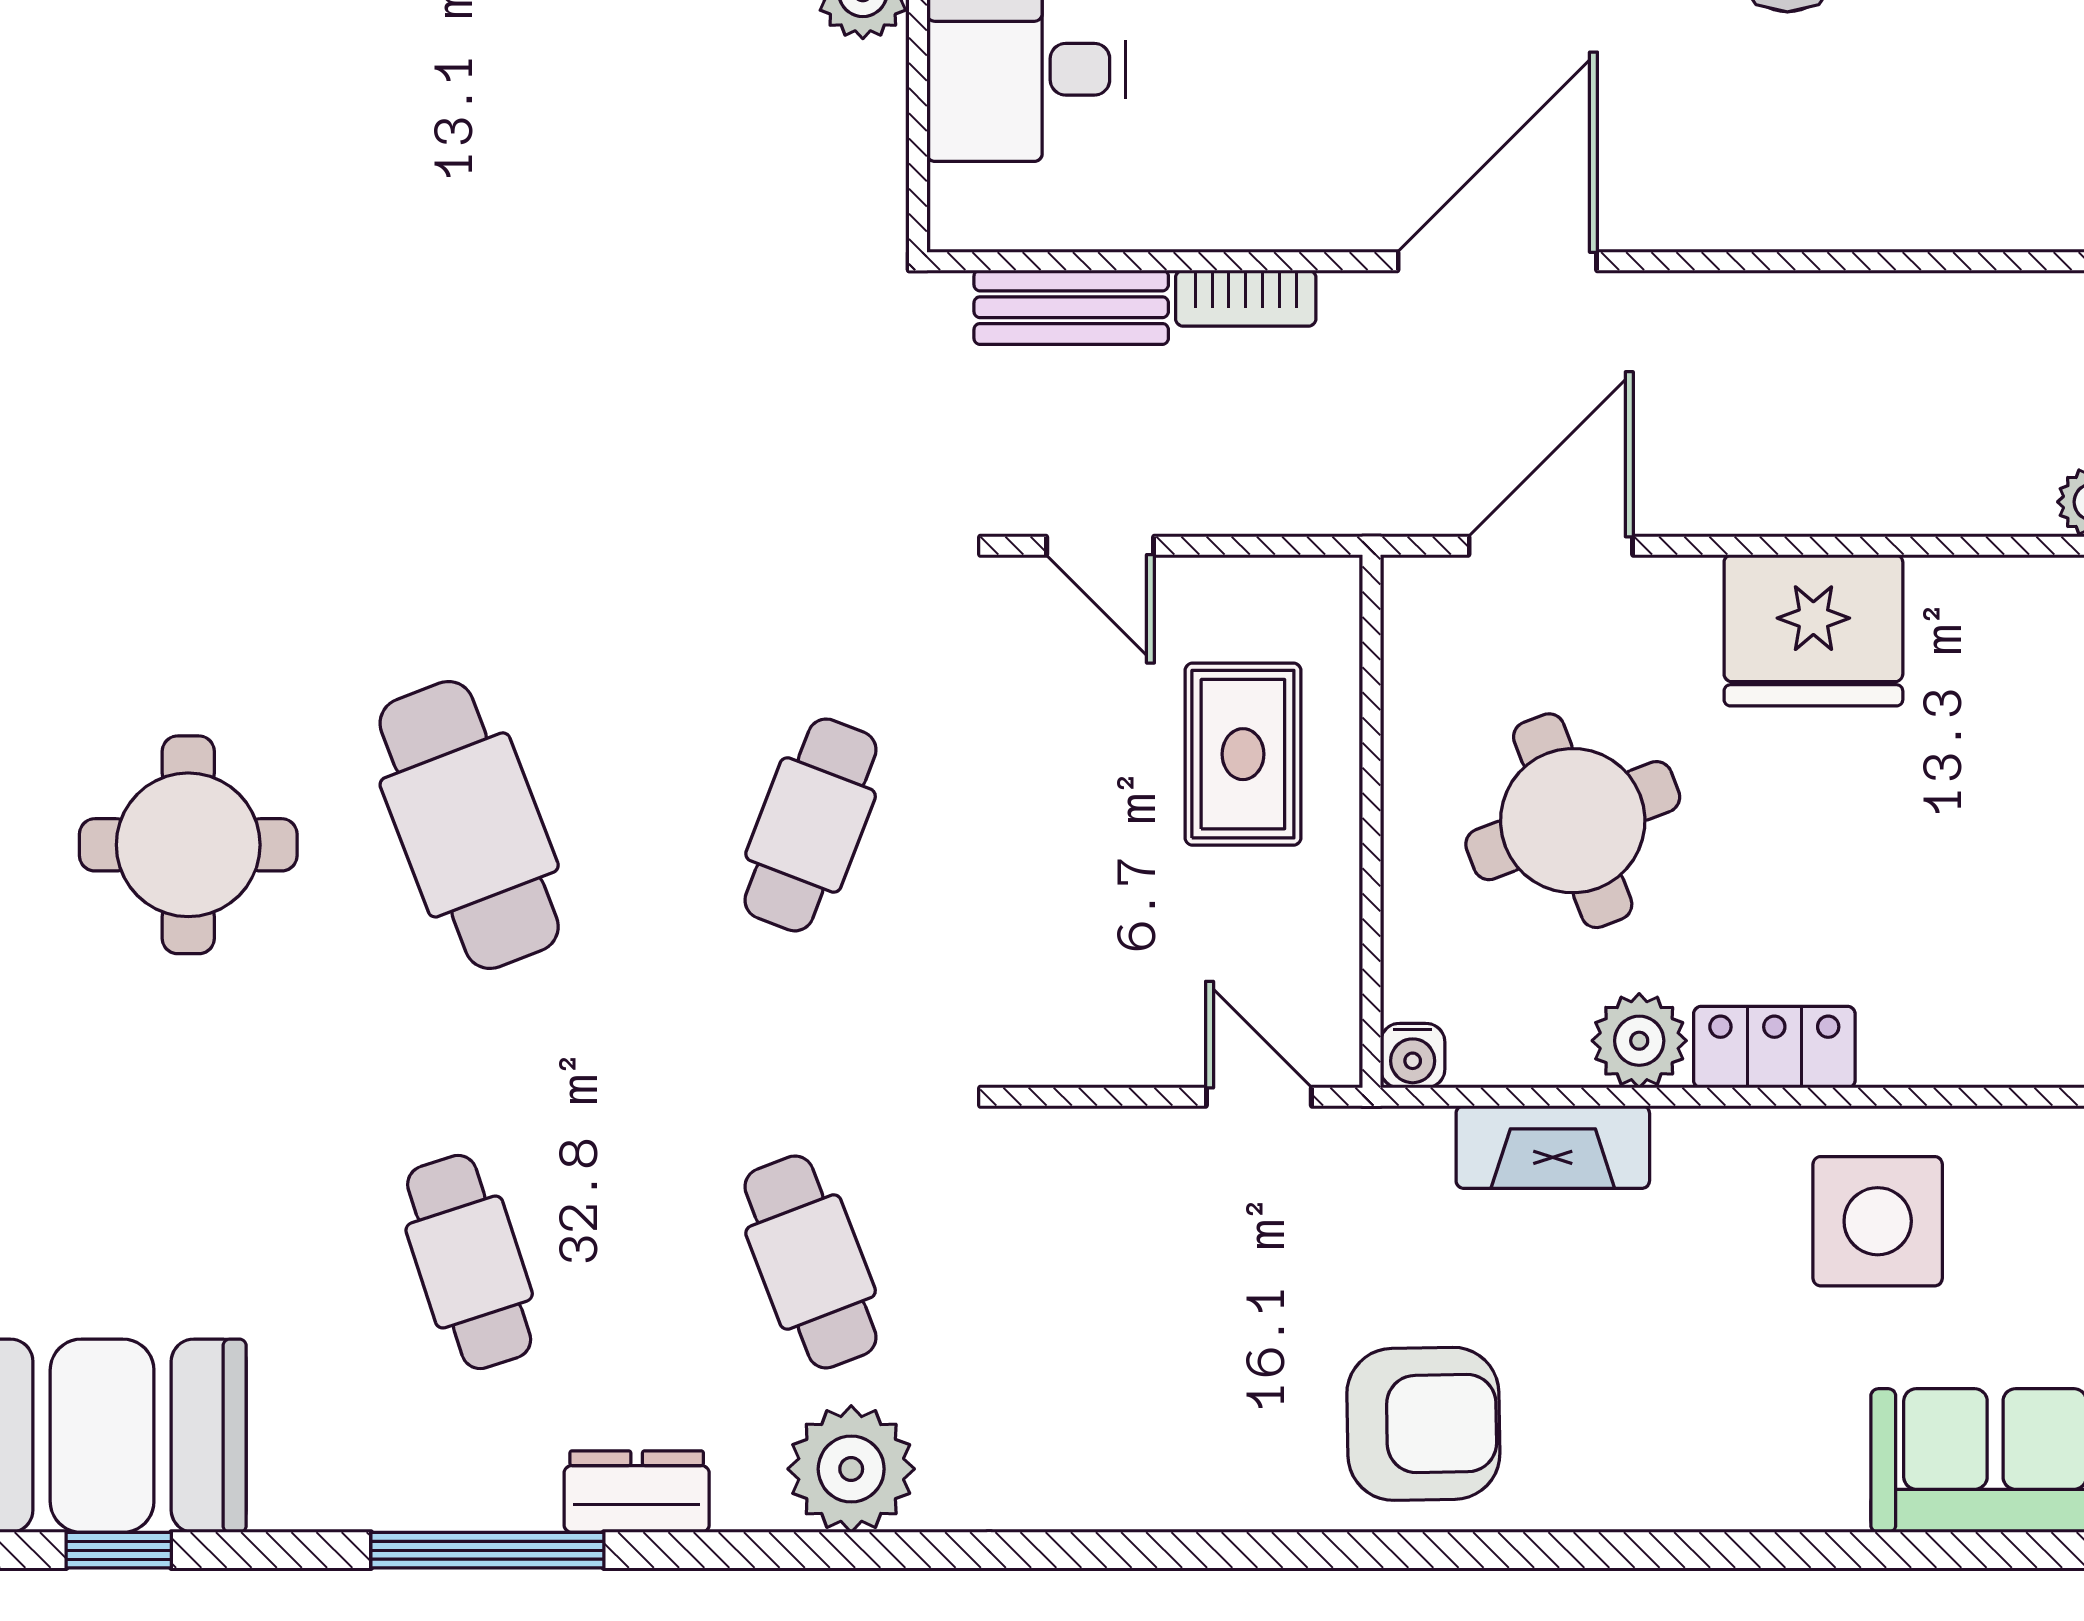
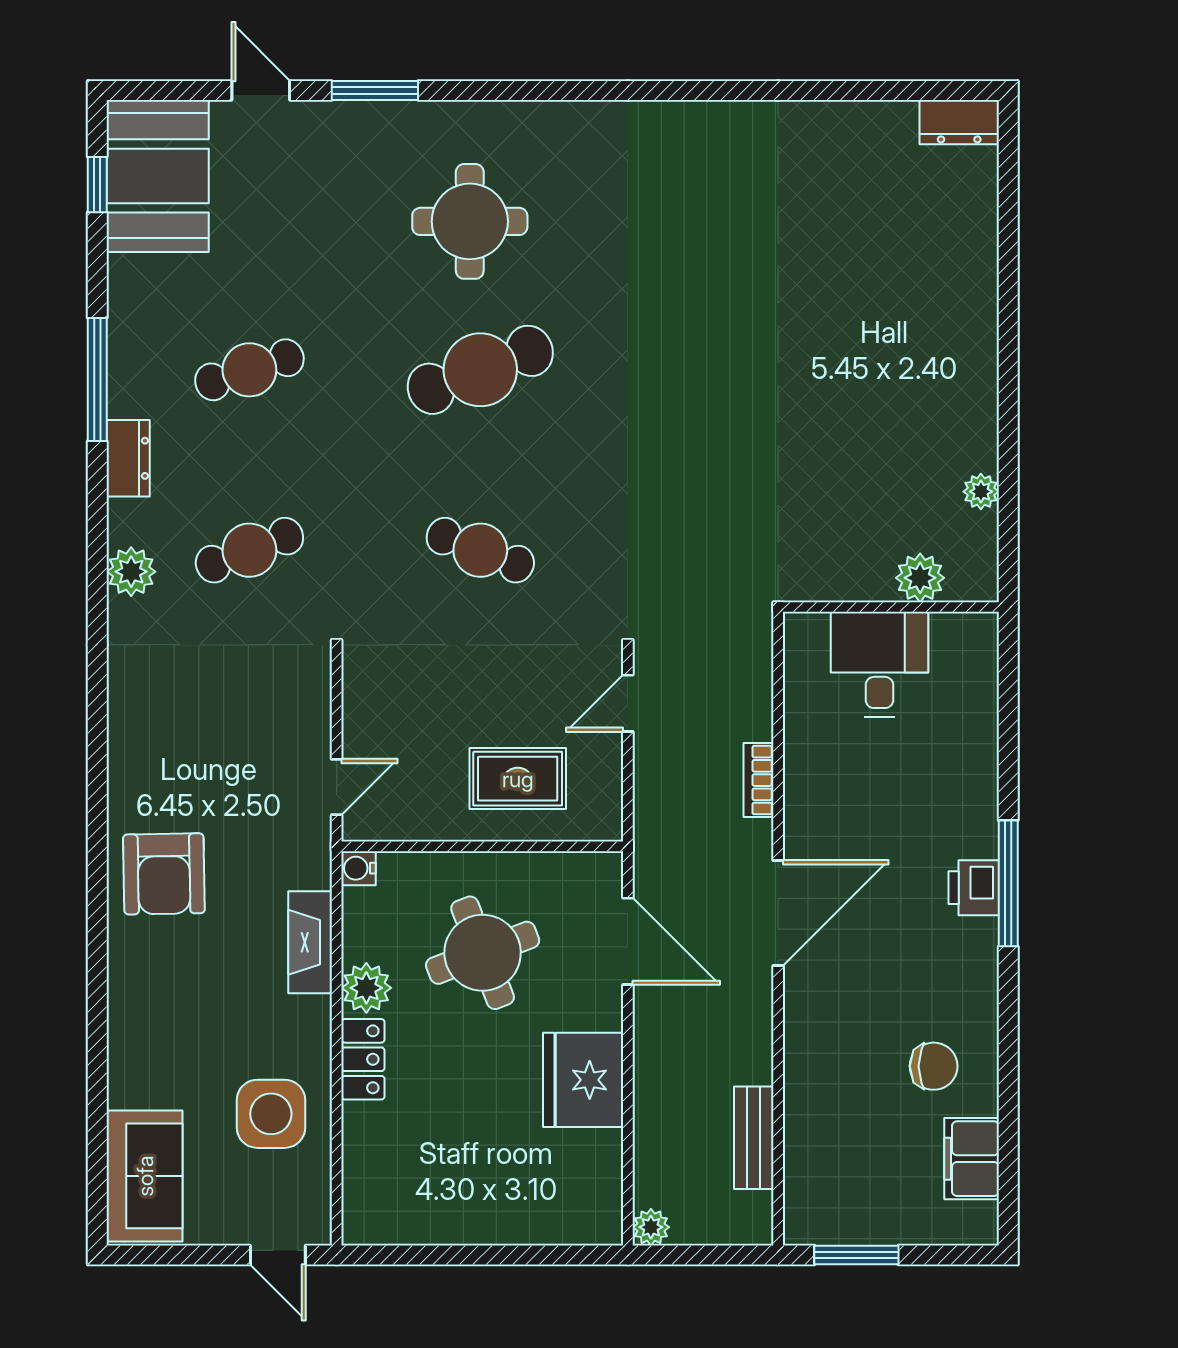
door: (1497, 261) -> (778, 913), hinge flipped
bench: (1071, 307) -> (754, 1138), moved
plant: (851, 1469) -> (131, 572), width x0.73, depth x0.73

